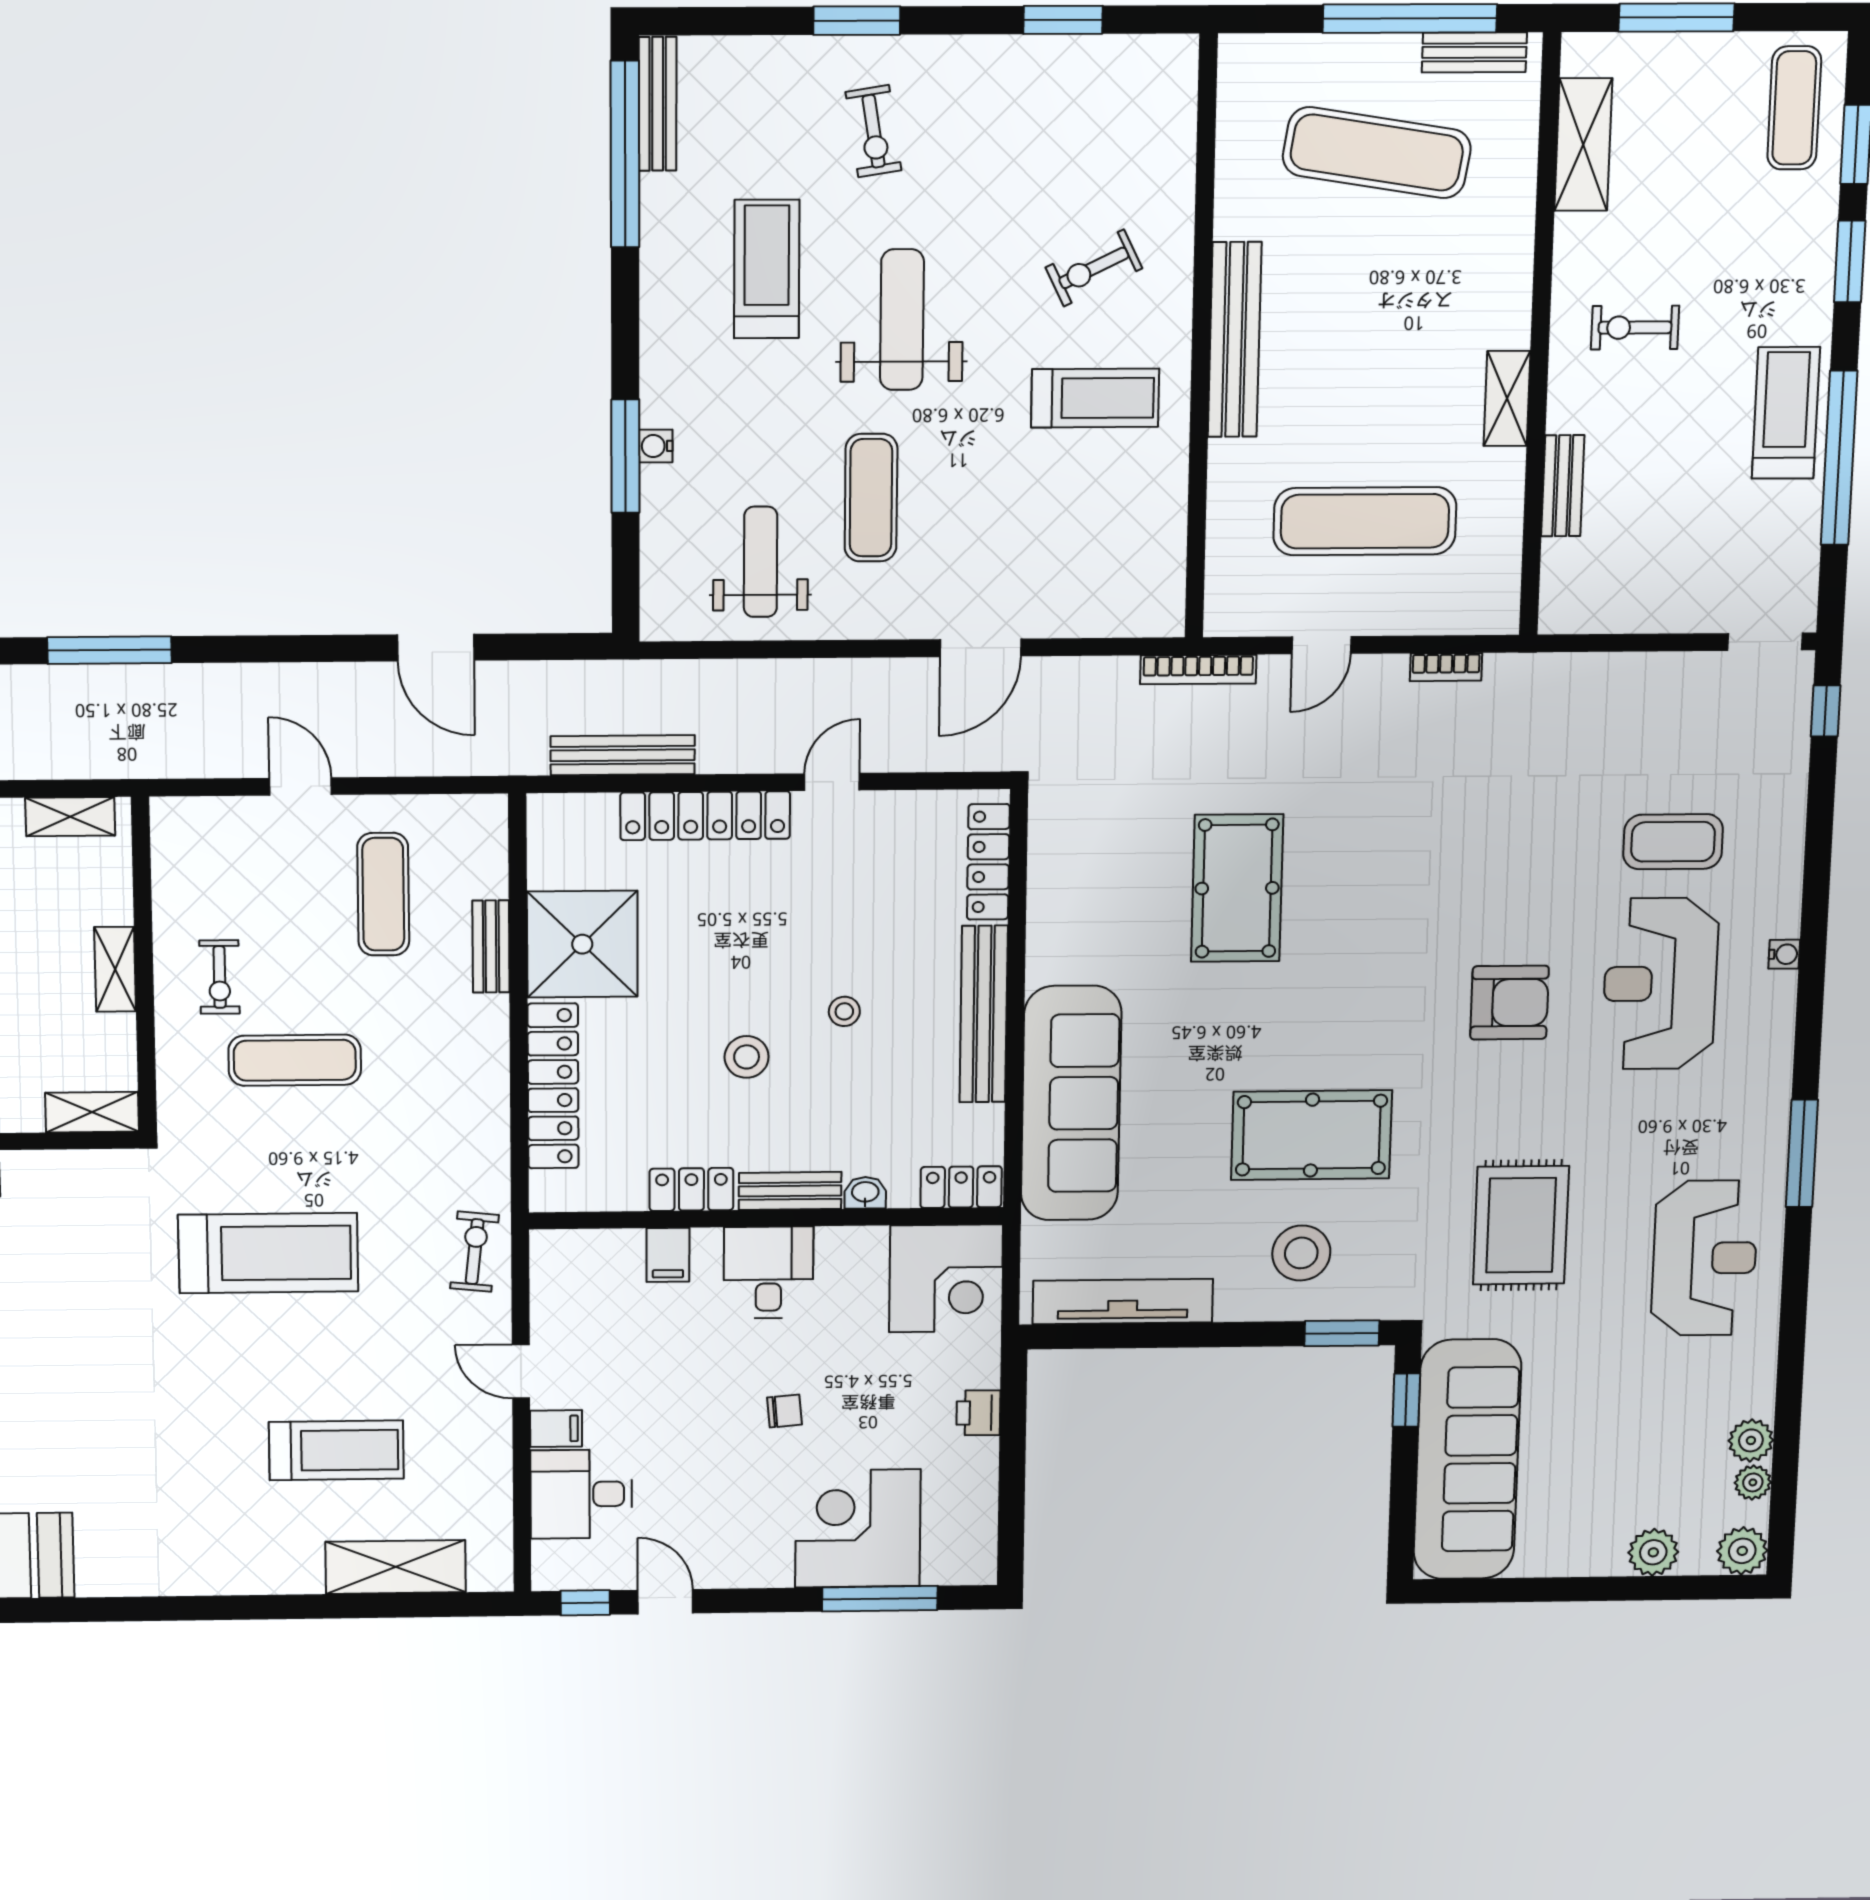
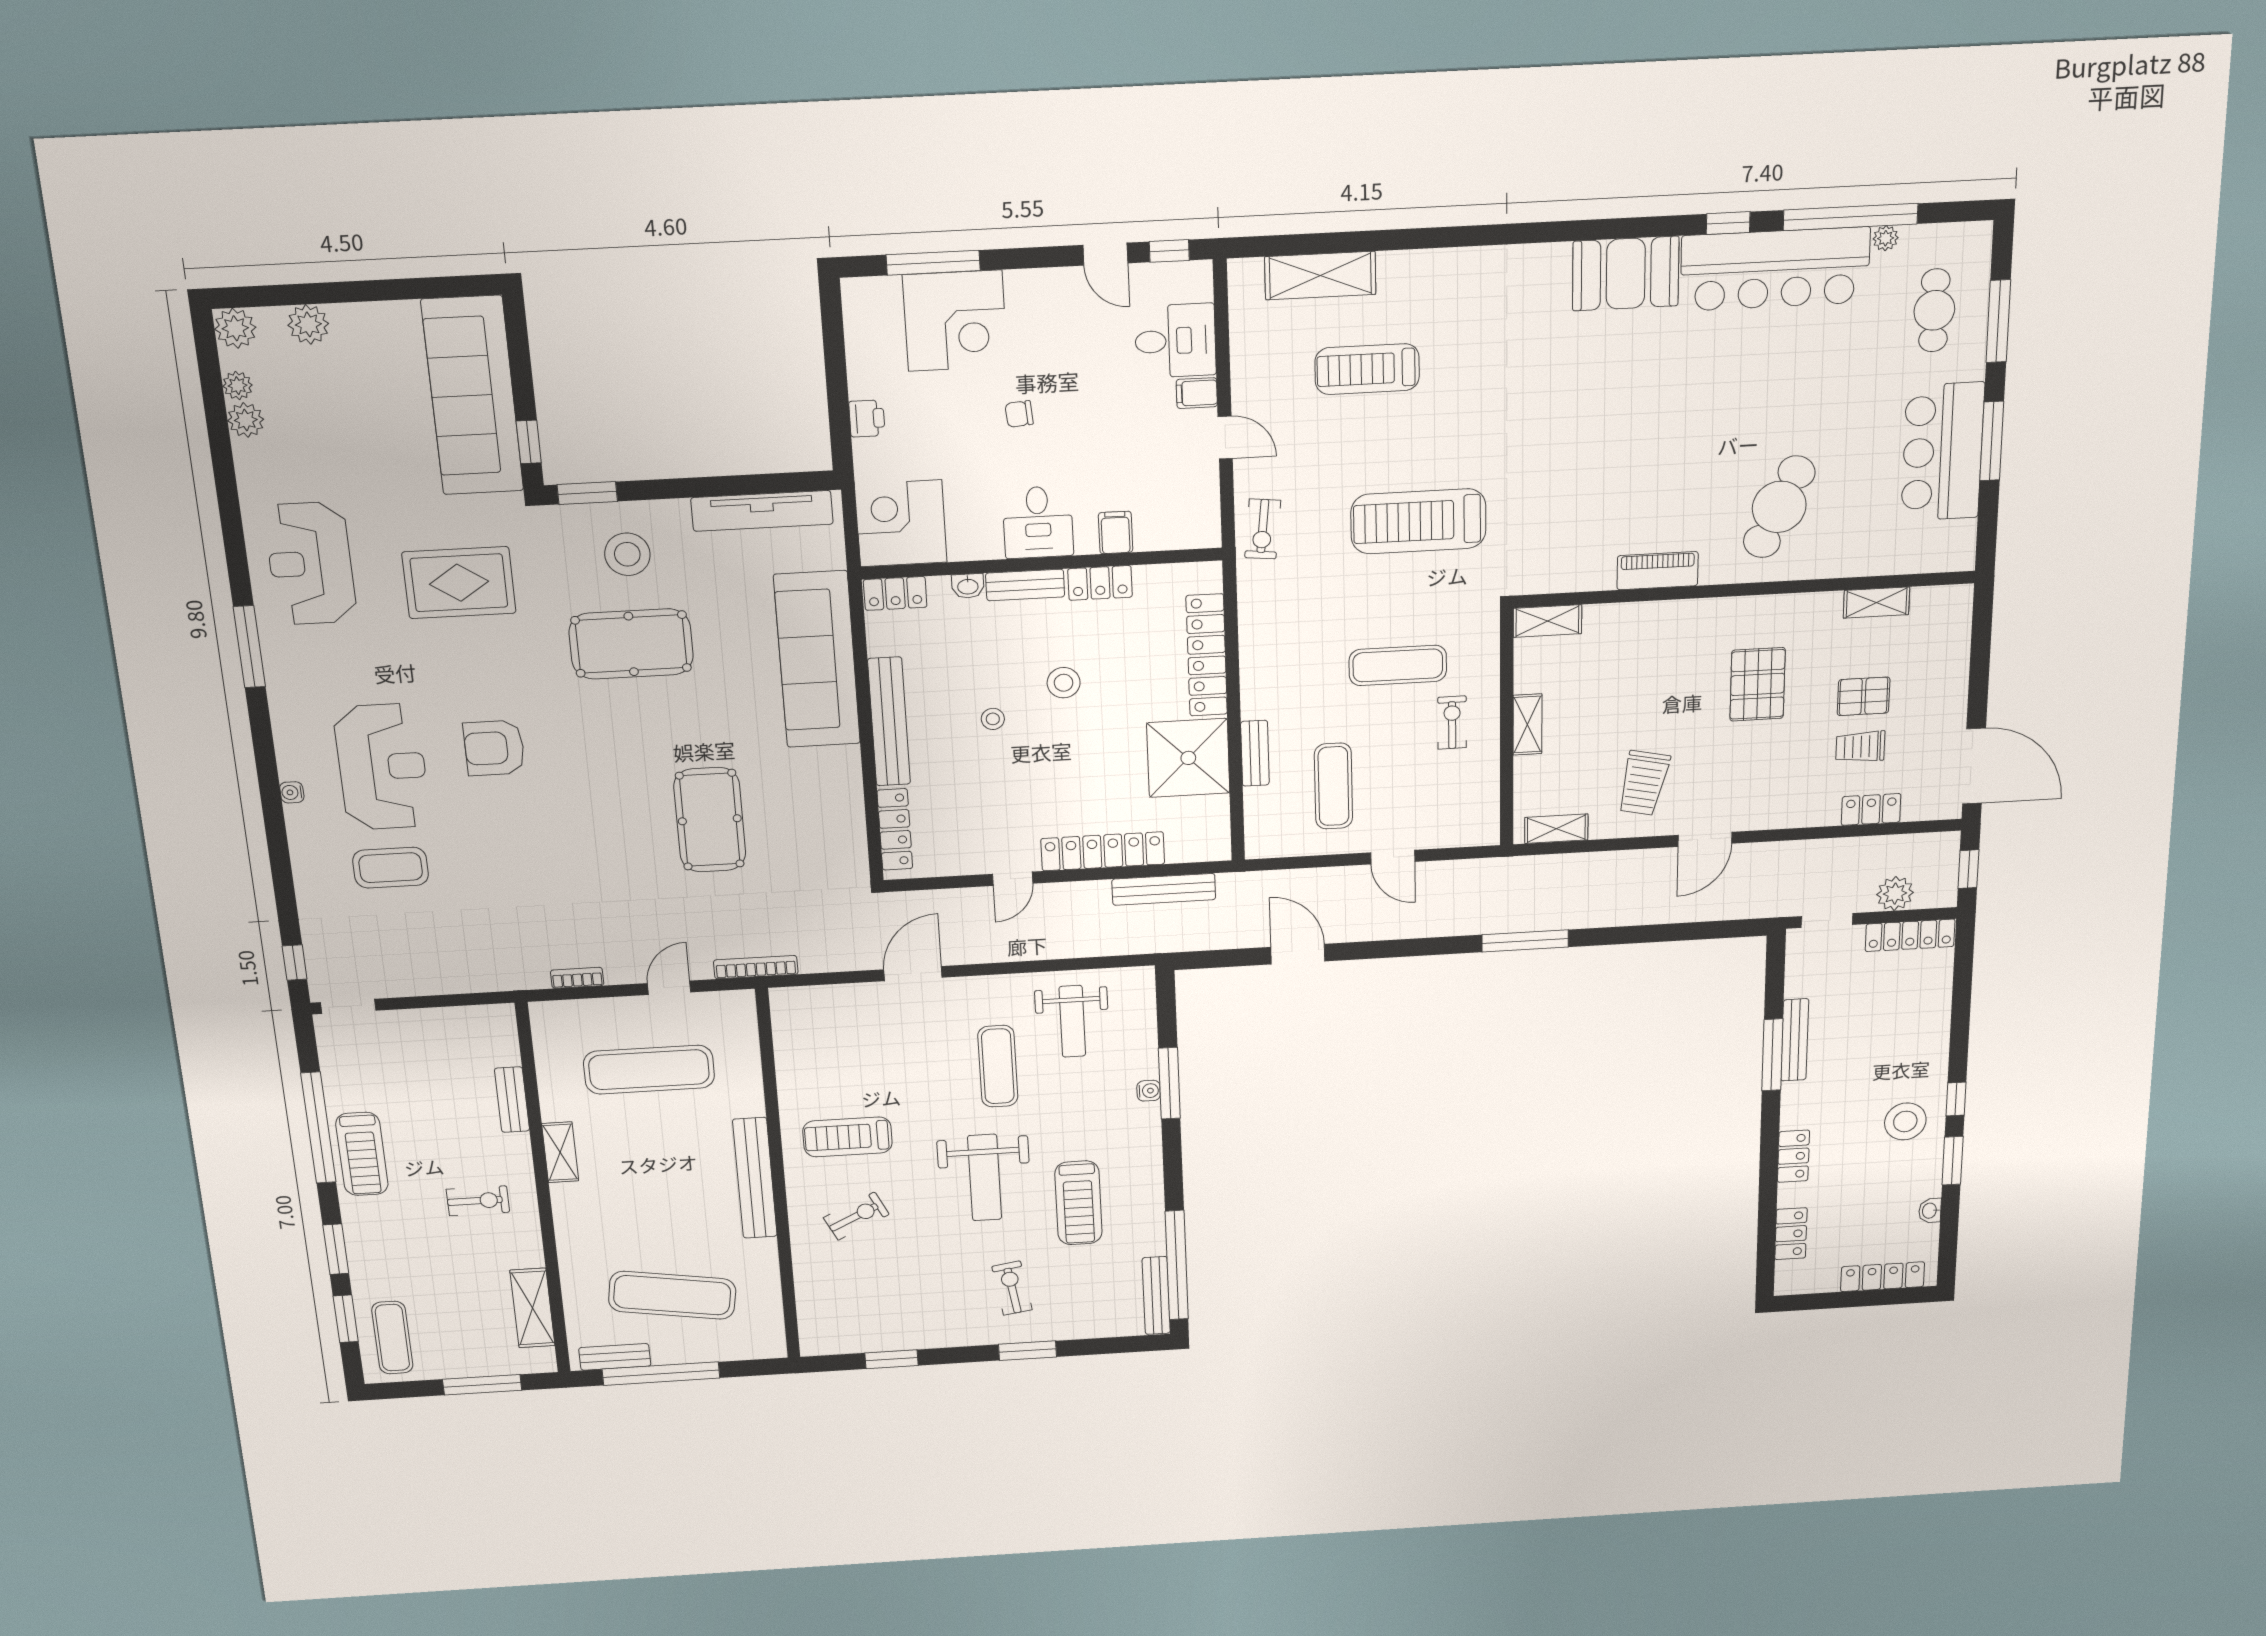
rug: (1521, 1225) -> (459, 583), turned 90

